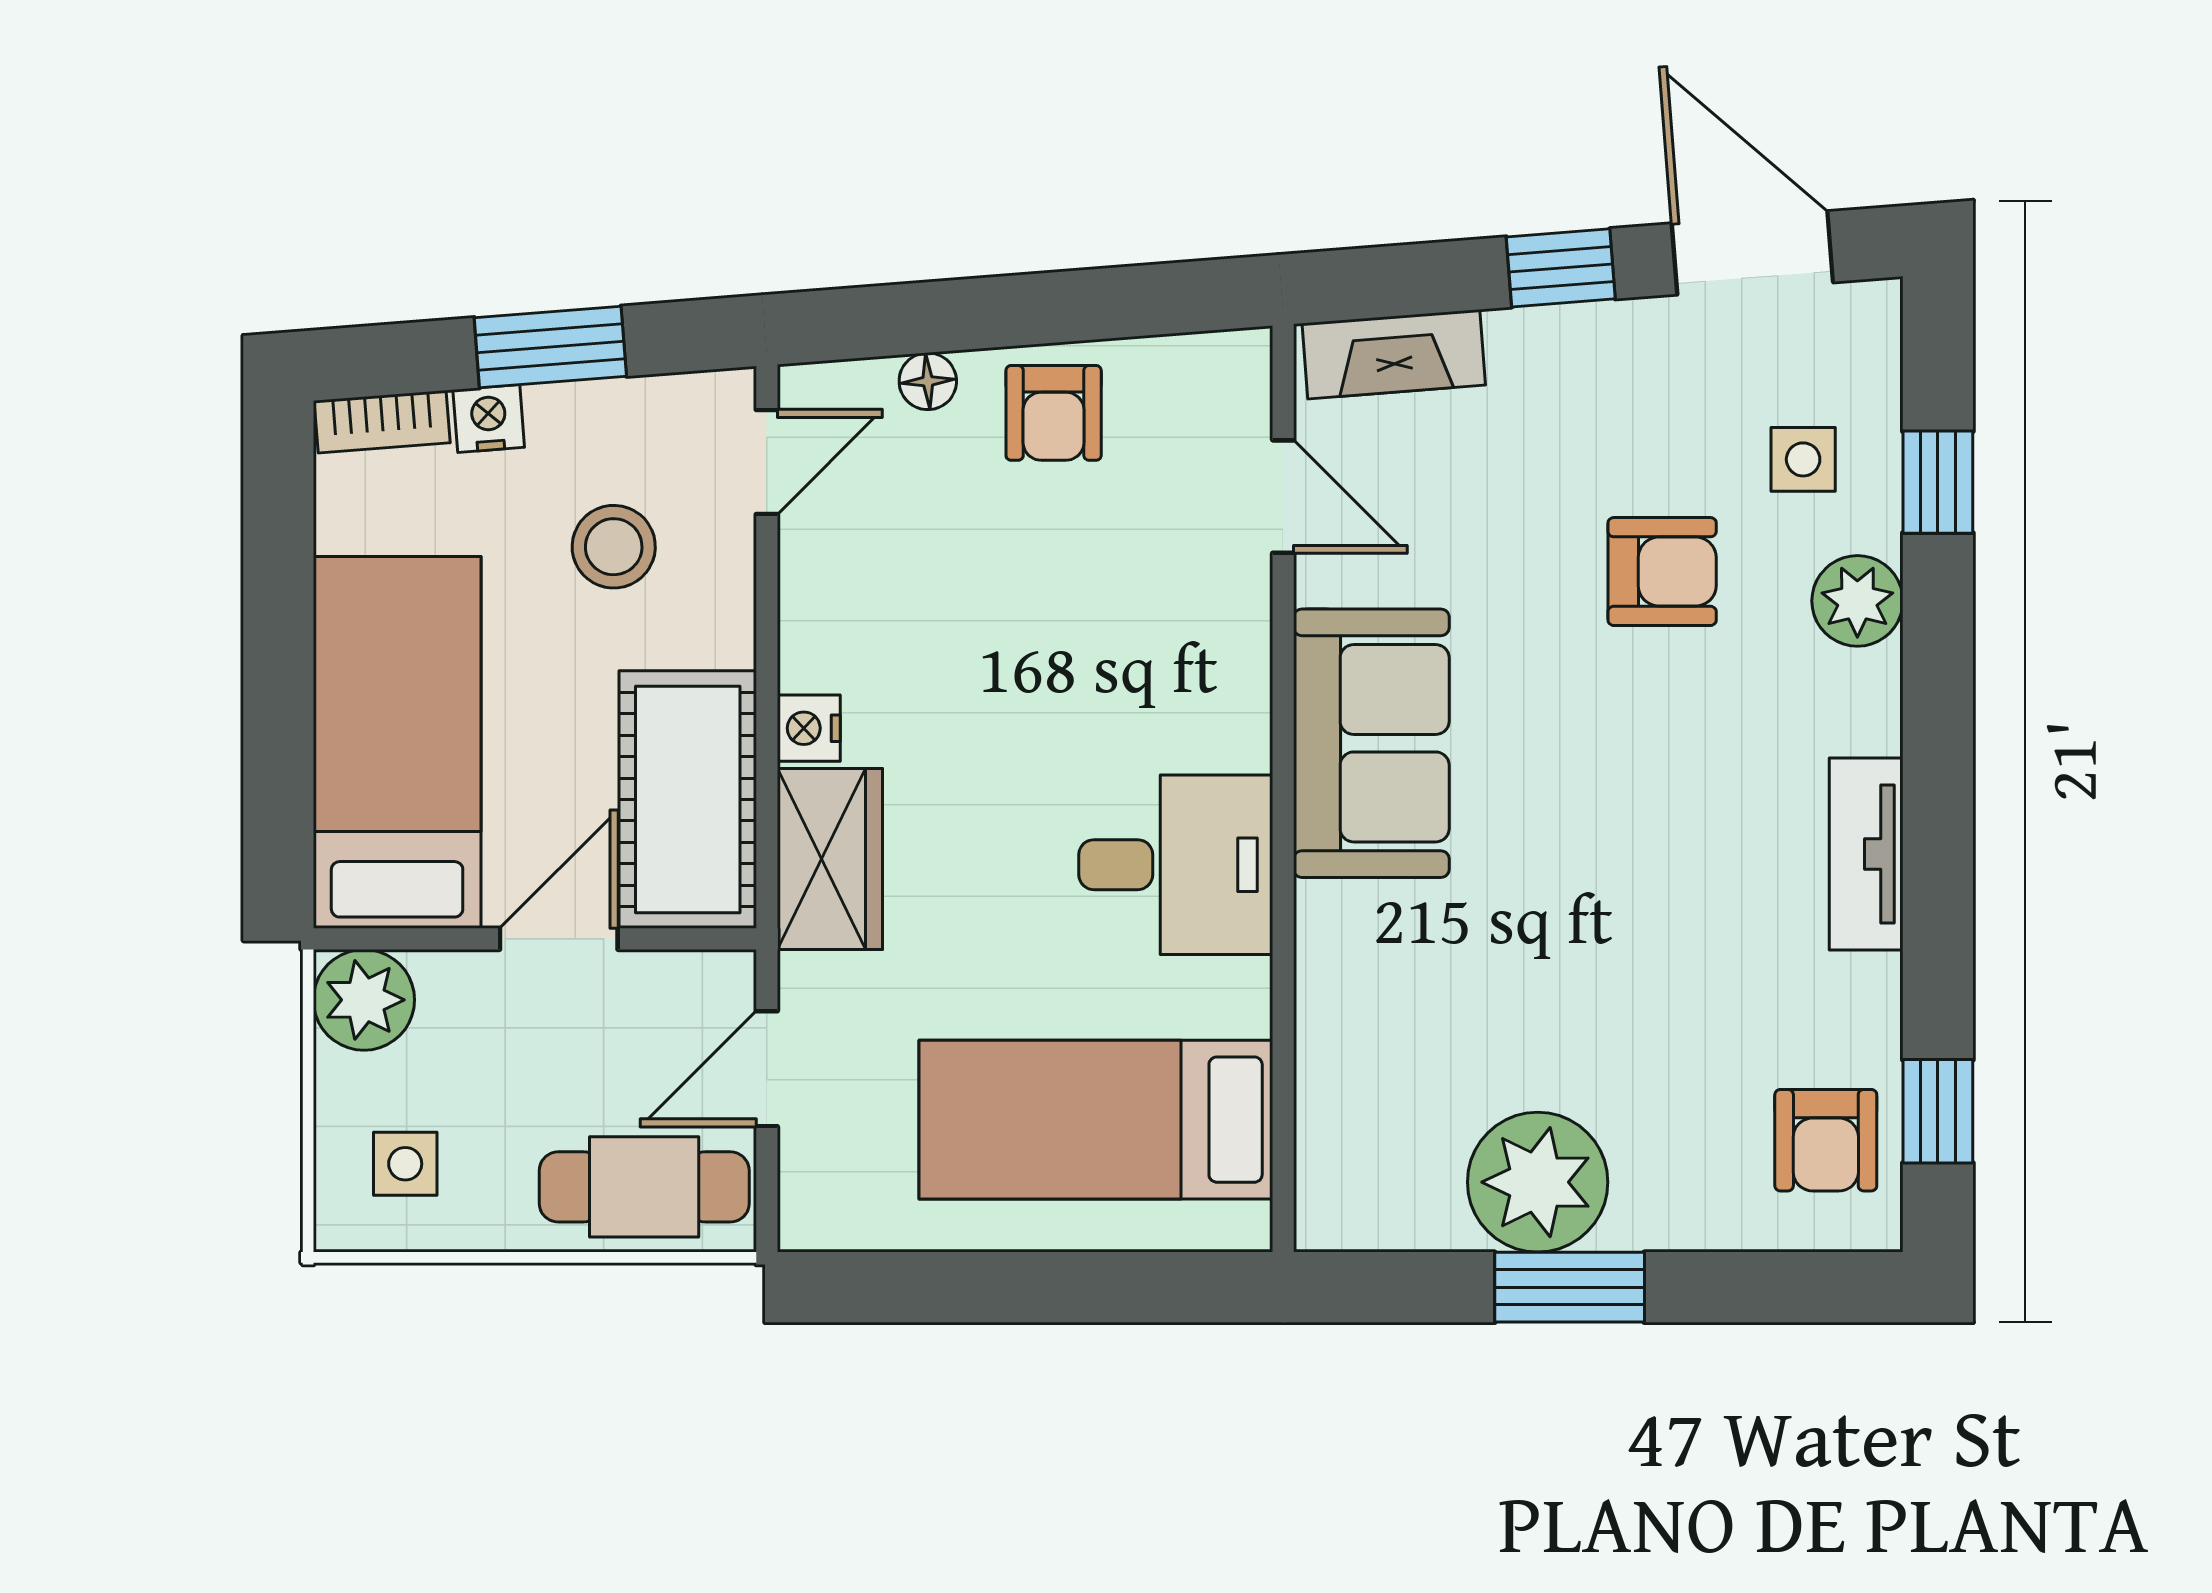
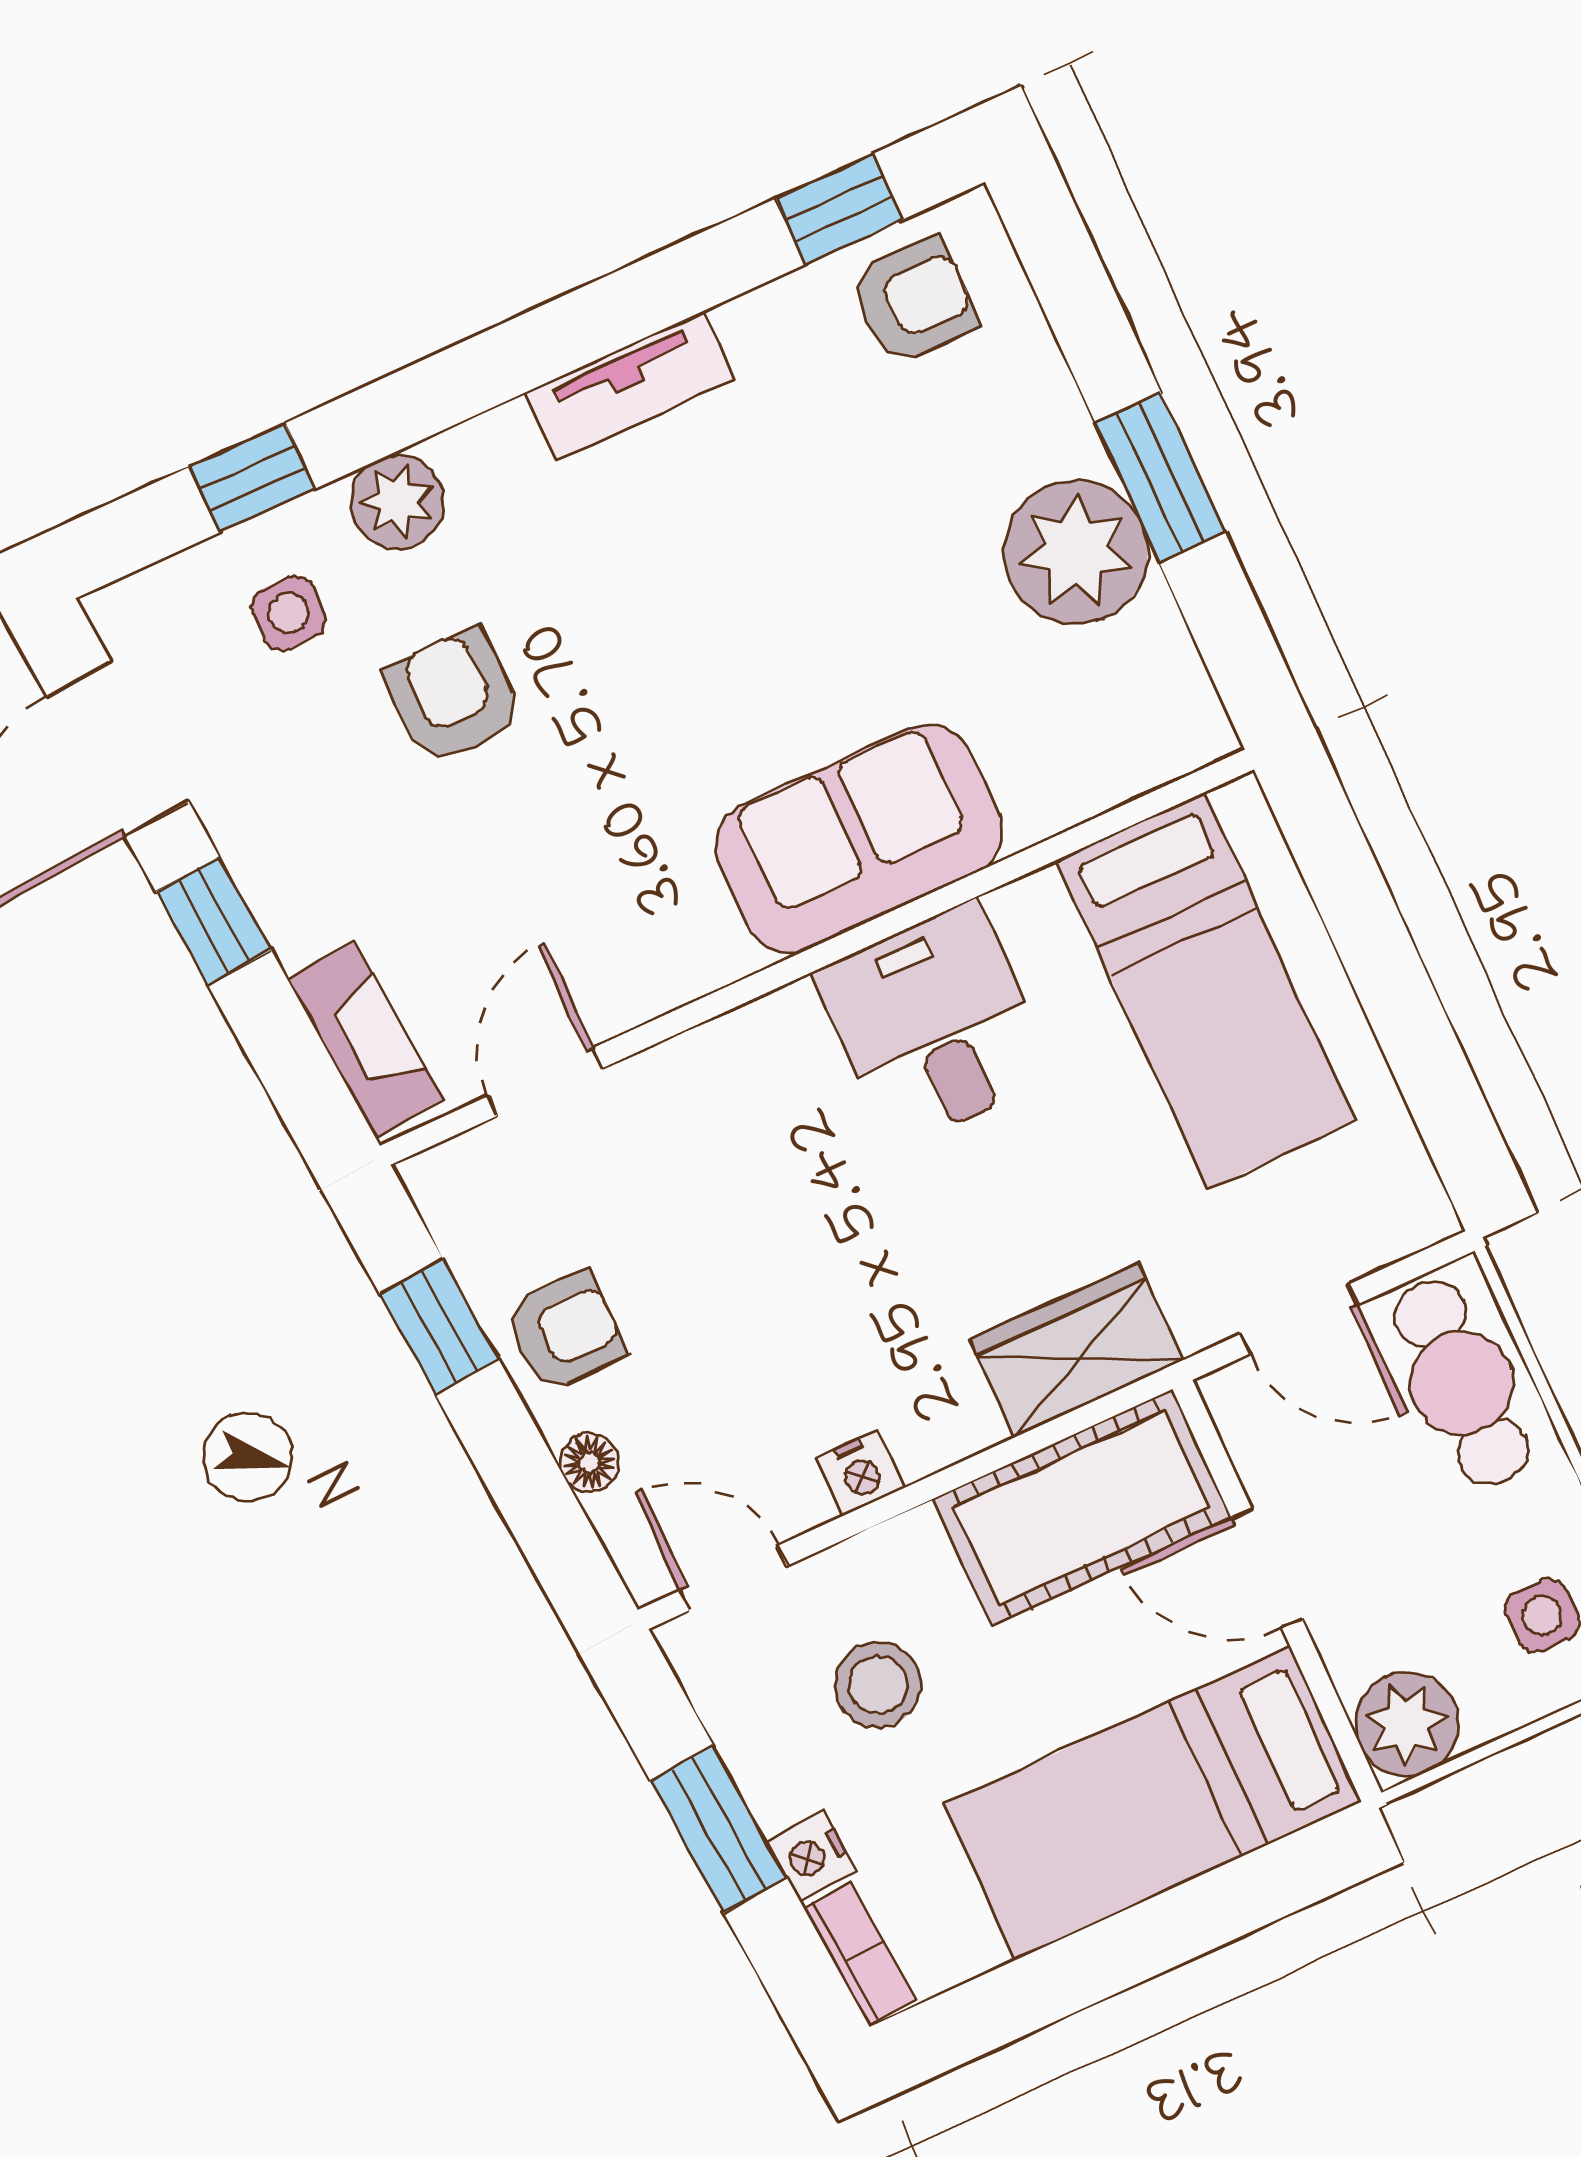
window: (1109, 303) -> (439, 1327), added
nightstand: (809, 728) -> (860, 1473), moved
sofa: (1371, 743) -> (859, 839), moved

